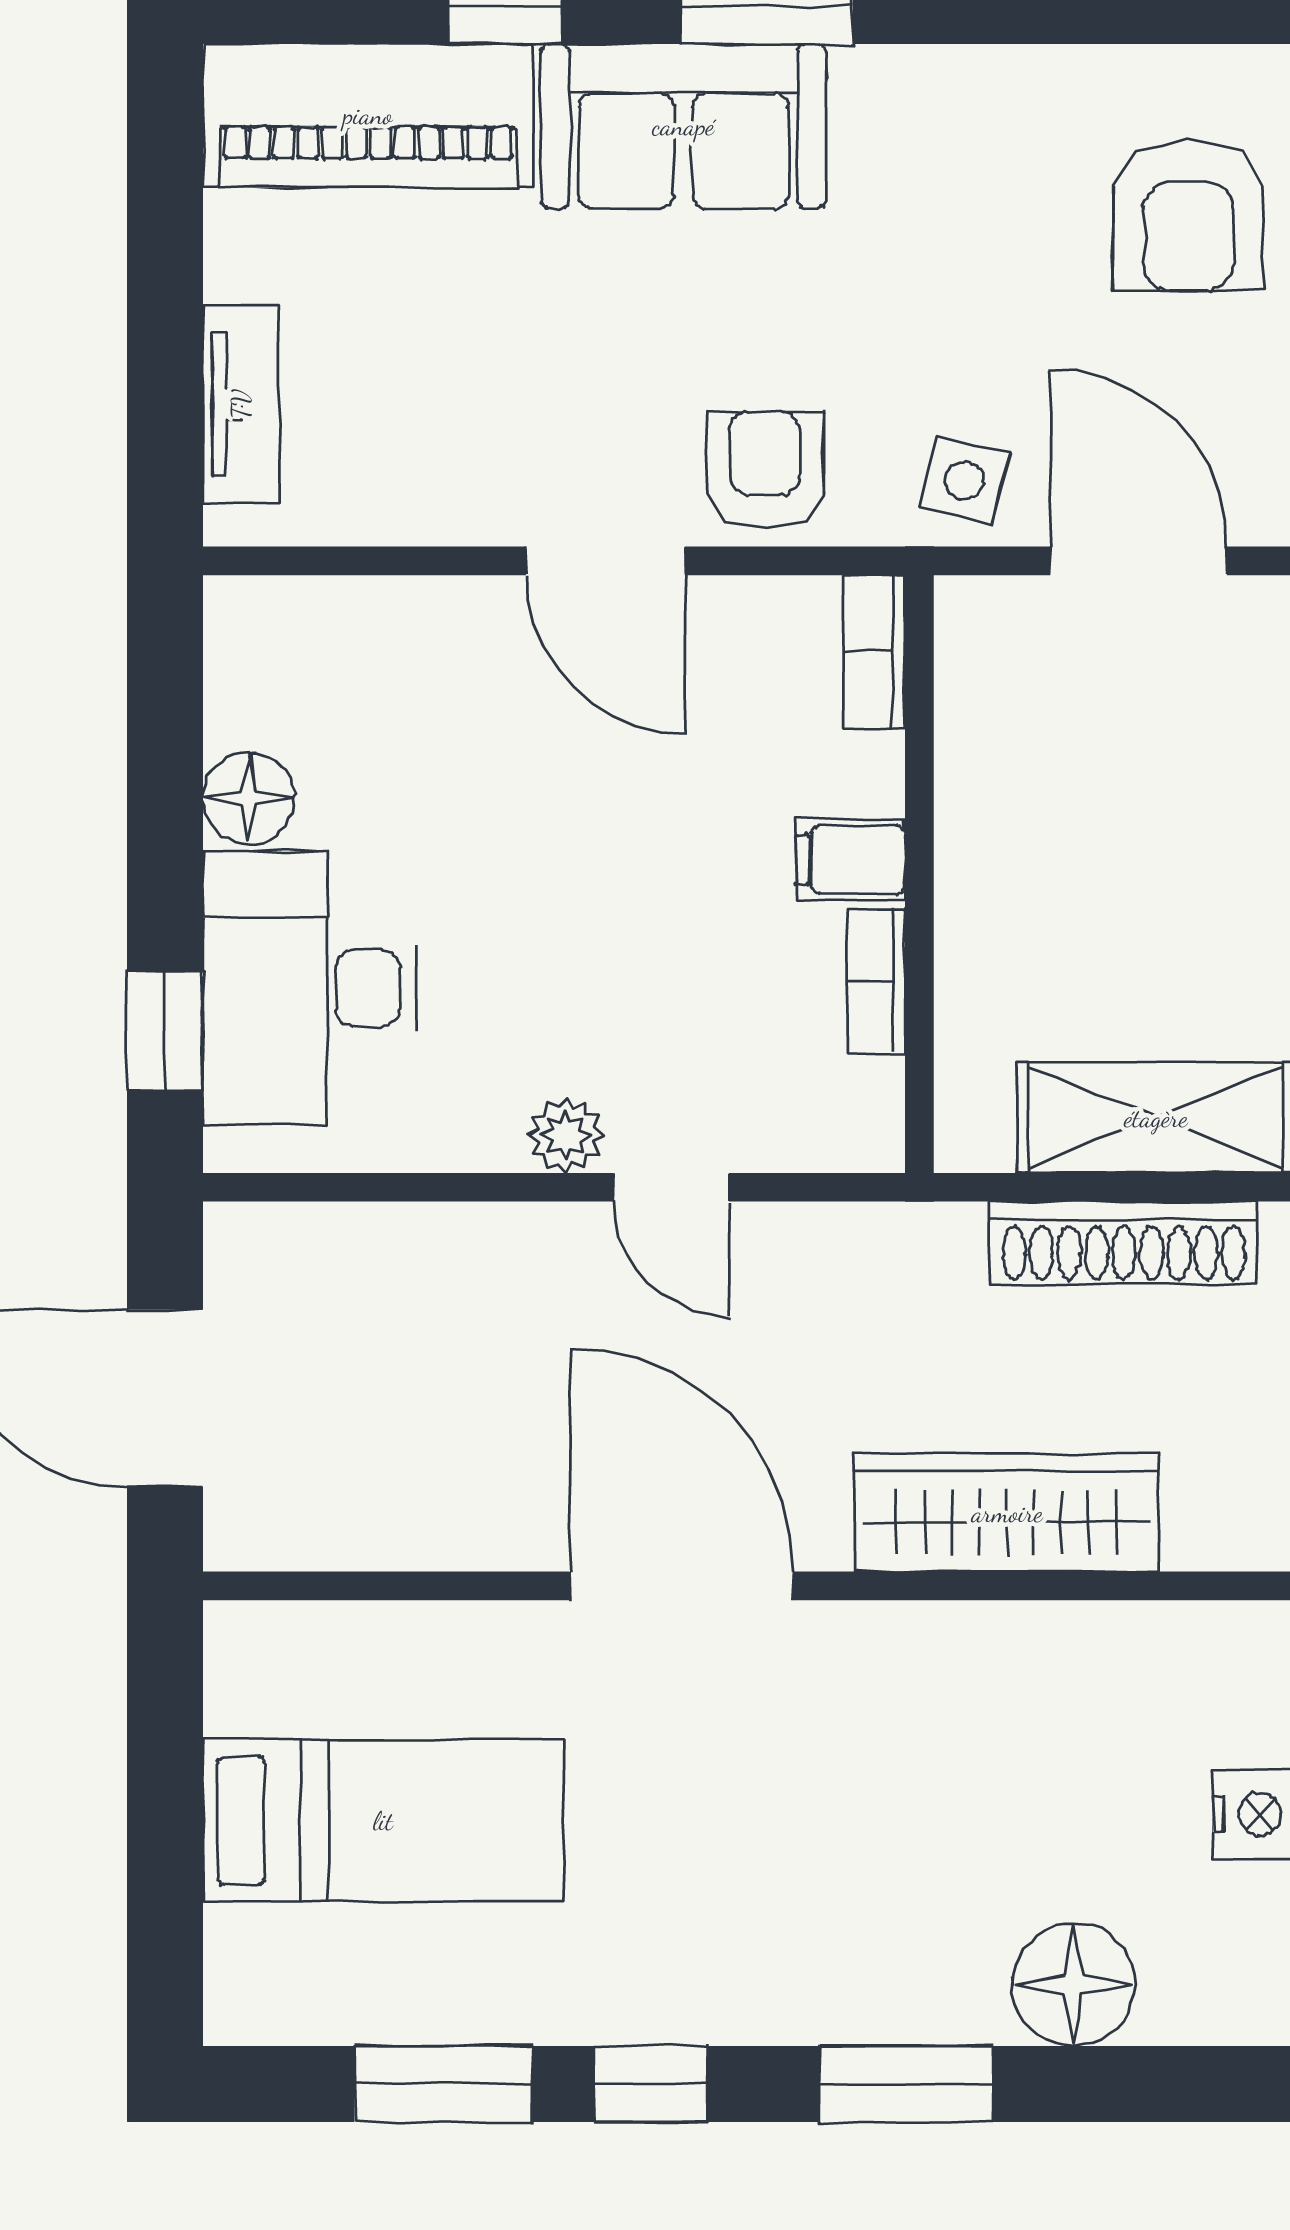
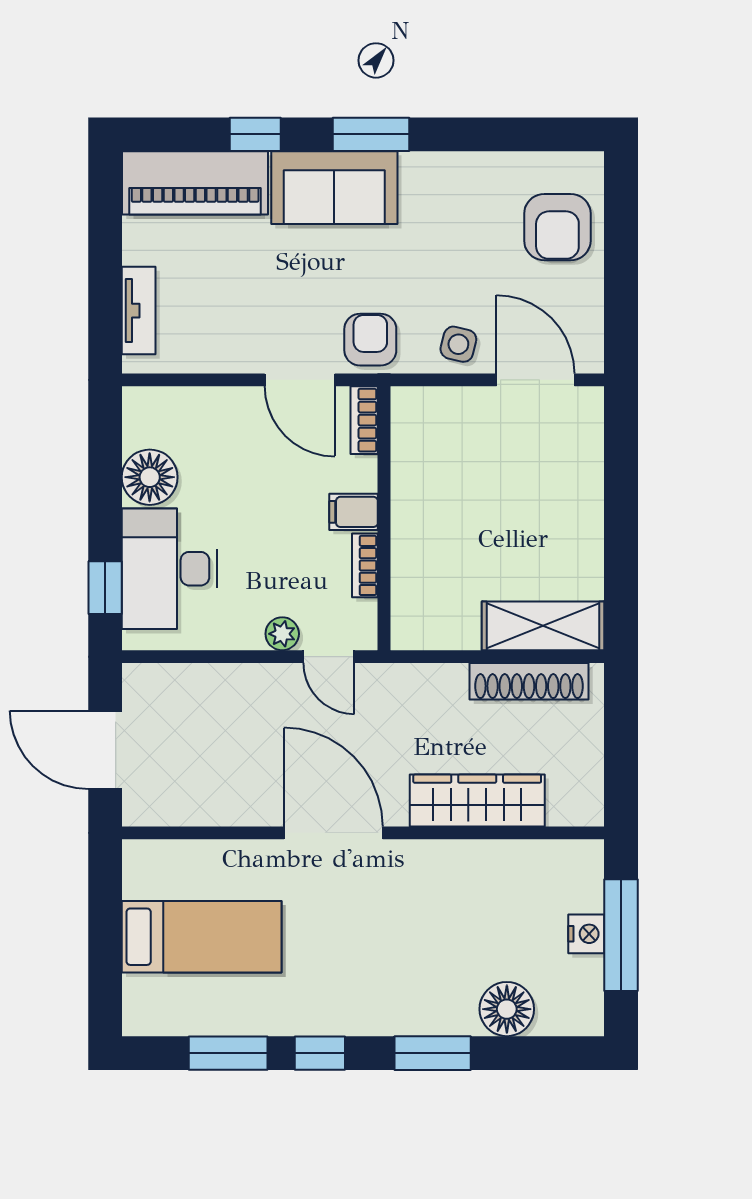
bookcase: (874, 652) -> (364, 420), moved
floor lamp: (249, 798) -> (150, 477), width x1.38, depth x1.38
filing cabinet: (850, 860) -> (354, 512), moved
wall: (919, 874) -> (384, 518), moved
bookcase: (876, 981) -> (365, 565), moved

